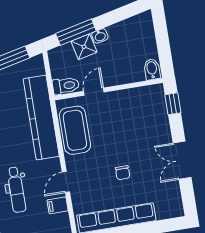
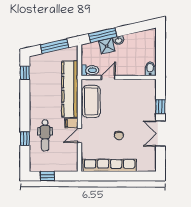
window: (173, 104) -> (160, 107), moved
filing cabinet: (58, 205) -> (71, 123), moved

